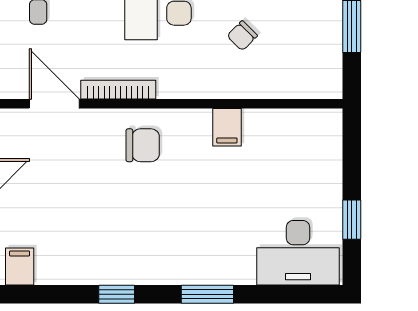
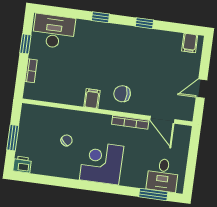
filing cabinet: (227, 127) -> (92, 99), moved
bookcase: (333, 167) -> (31, 71), added
window: (207, 294) -> (100, 17), width x0.67

